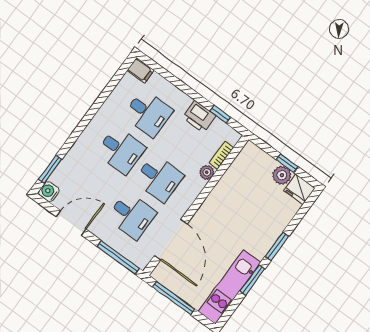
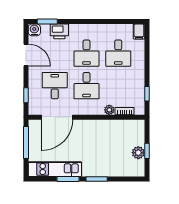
printer: (199, 117) -> (59, 31), moved, turned -90
fridge: (299, 189) -> (138, 168), removed
desk: (132, 215) -> (55, 86), turned 180
window: (118, 257) -> (26, 95), width x0.46

